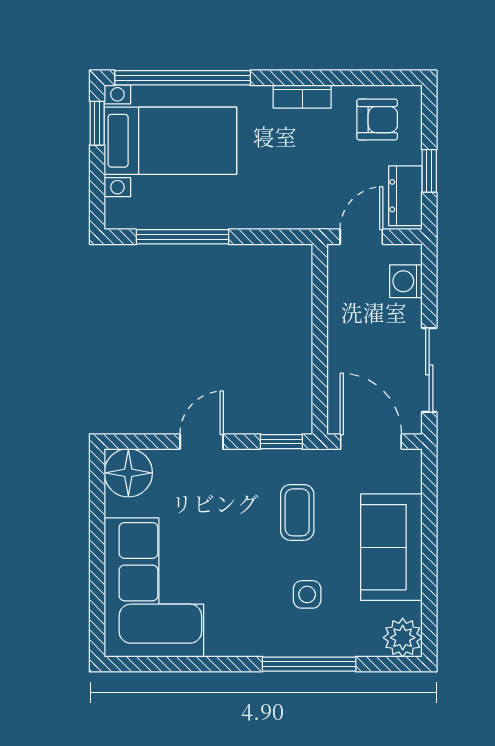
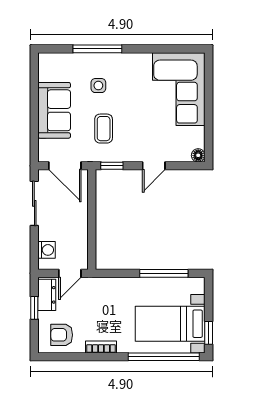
floor lamp: (128, 473) -> (198, 155), width x0.53, depth x0.53
plant: (403, 638) -> (48, 63), removed

